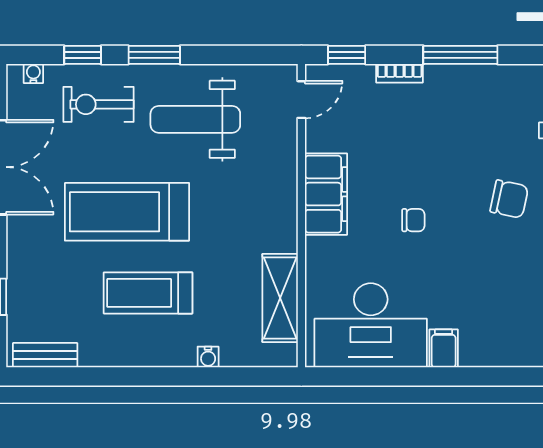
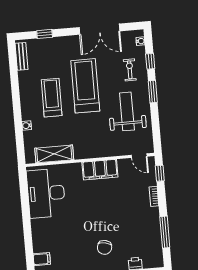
window: (460, 55) -> (165, 232), moved
exercise bike: (98, 104) -> (130, 70), width x0.73, depth x0.72
chair: (413, 220) -> (92, 208), removed
filing cabinet: (444, 348) -> (42, 259), moved

